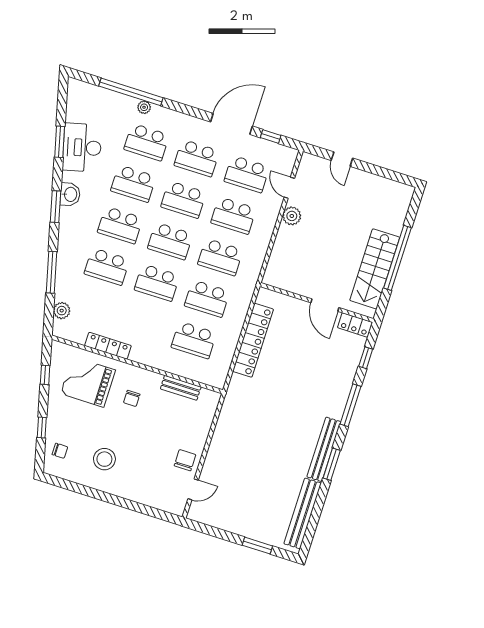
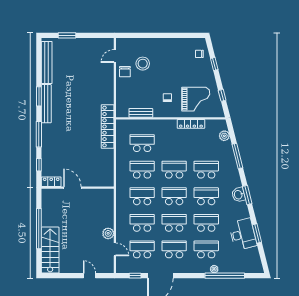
washbasin: (70, 194) -> (239, 195), moved
stairs: (375, 269) -> (50, 250), moved
locker: (253, 340) -> (108, 127), moved
stool: (104, 459) -> (143, 64), moved

